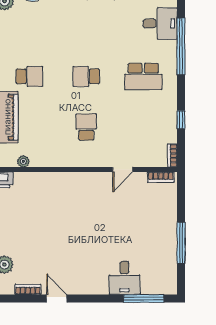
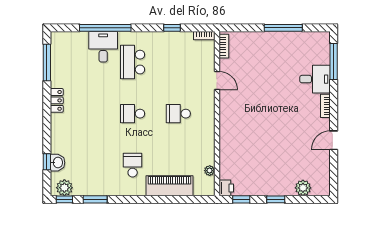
desk: (160, 24) -> (103, 47), moved
school desk: (86, 76) -> (133, 114), turned 90
school desk: (143, 76) -> (133, 62), turned 180
bookcase: (28, 289) -> (325, 106), moved

